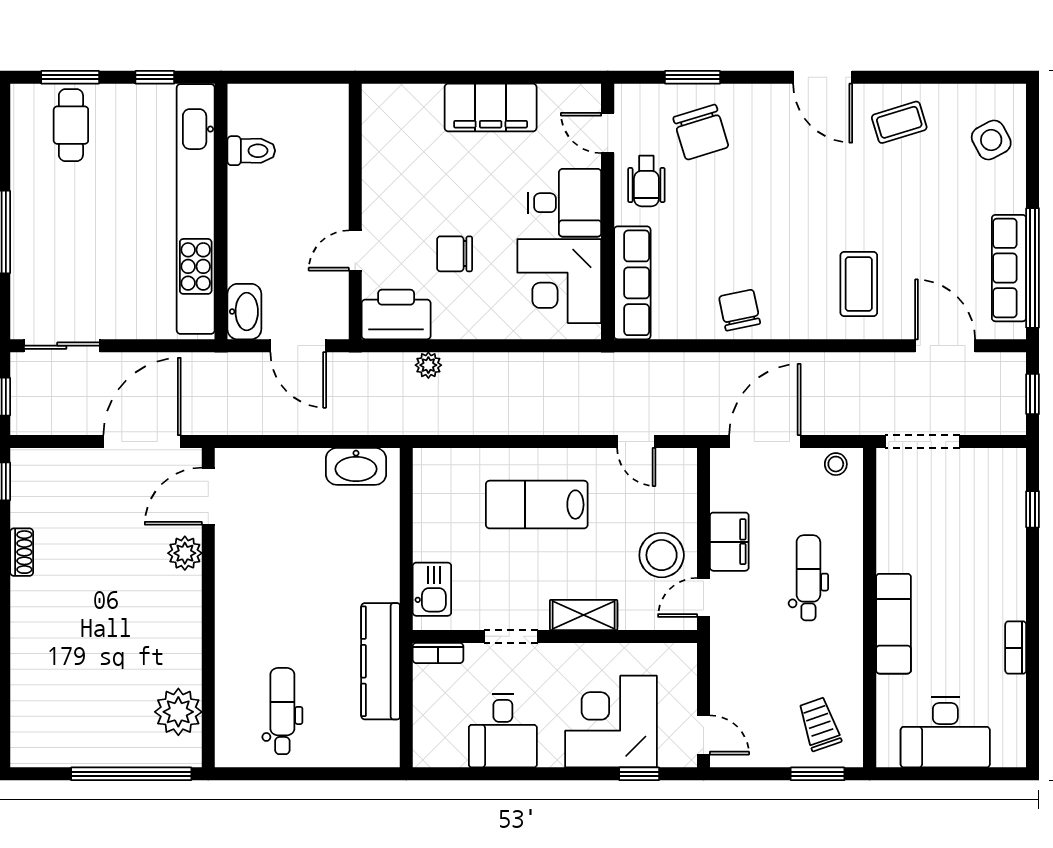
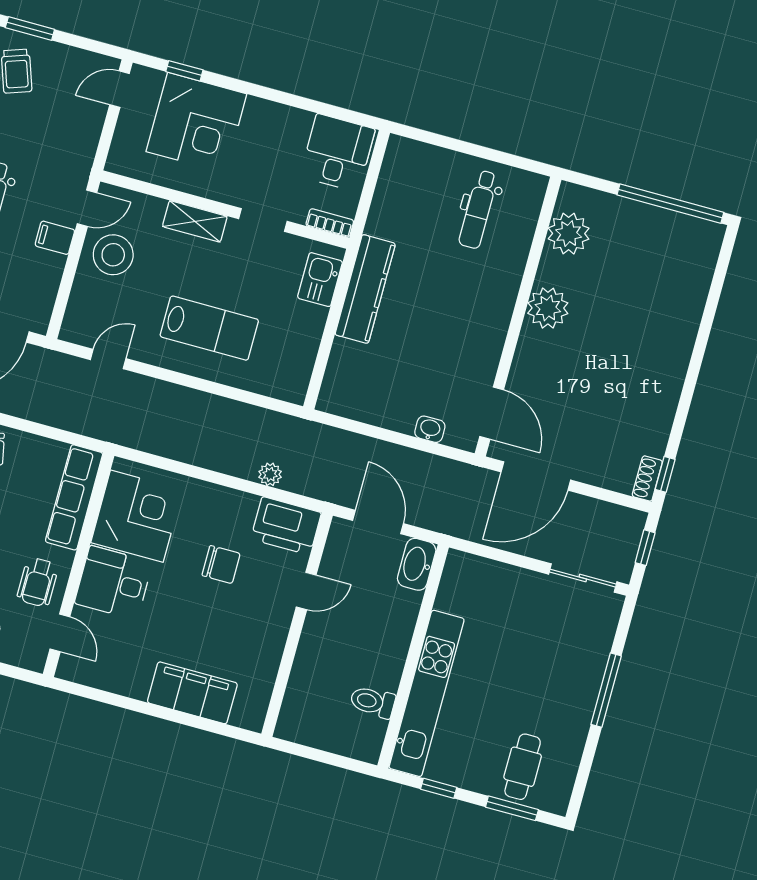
filing cabinet: (491, 107) -> (192, 693), moved
wheelchair: (646, 181) -> (38, 582), turned 180
kitchen unit: (196, 209) -> (427, 693), width x0.73
door: (636, 442) -> (108, 359), hinge flipped
washbasin: (356, 466) -> (430, 429), moved, width x0.52, depth x0.69
door: (208, 496) -> (492, 413), hinge flipped
filing cabinet: (729, 542) -> (55, 238), width x0.50
shoe rack: (22, 552) -> (647, 479), moved
plant: (185, 553) -> (548, 308), moved, width x1.36, depth x1.36
kitchen counter: (381, 661) -> (365, 289), moved
desk: (503, 731) -> (337, 153), moved
door: (703, 735) -> (120, 89), hinge flipped
window: (131, 774) -> (670, 204), moved

